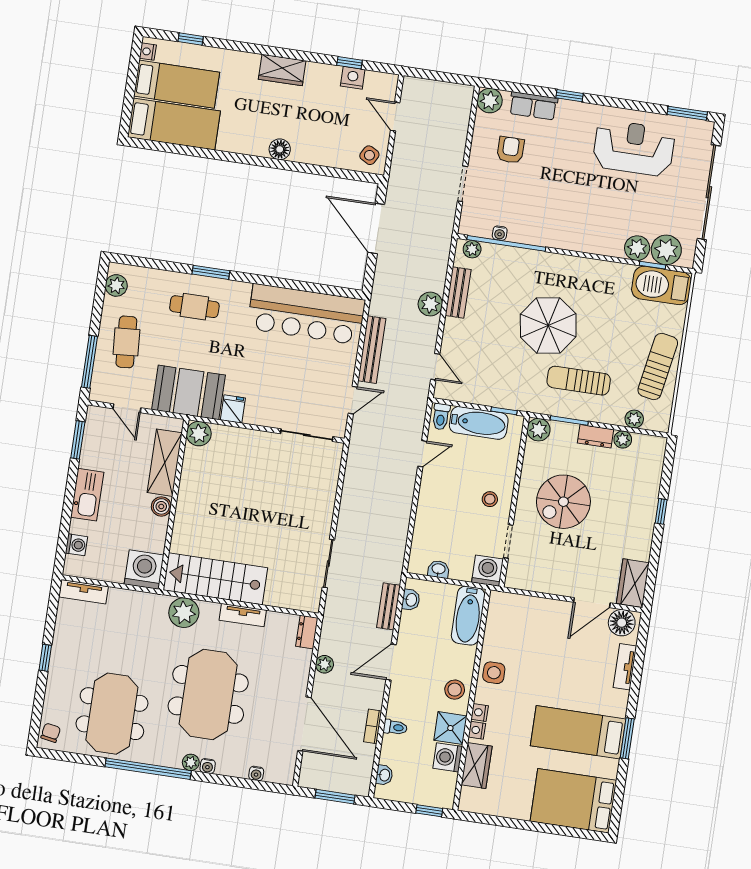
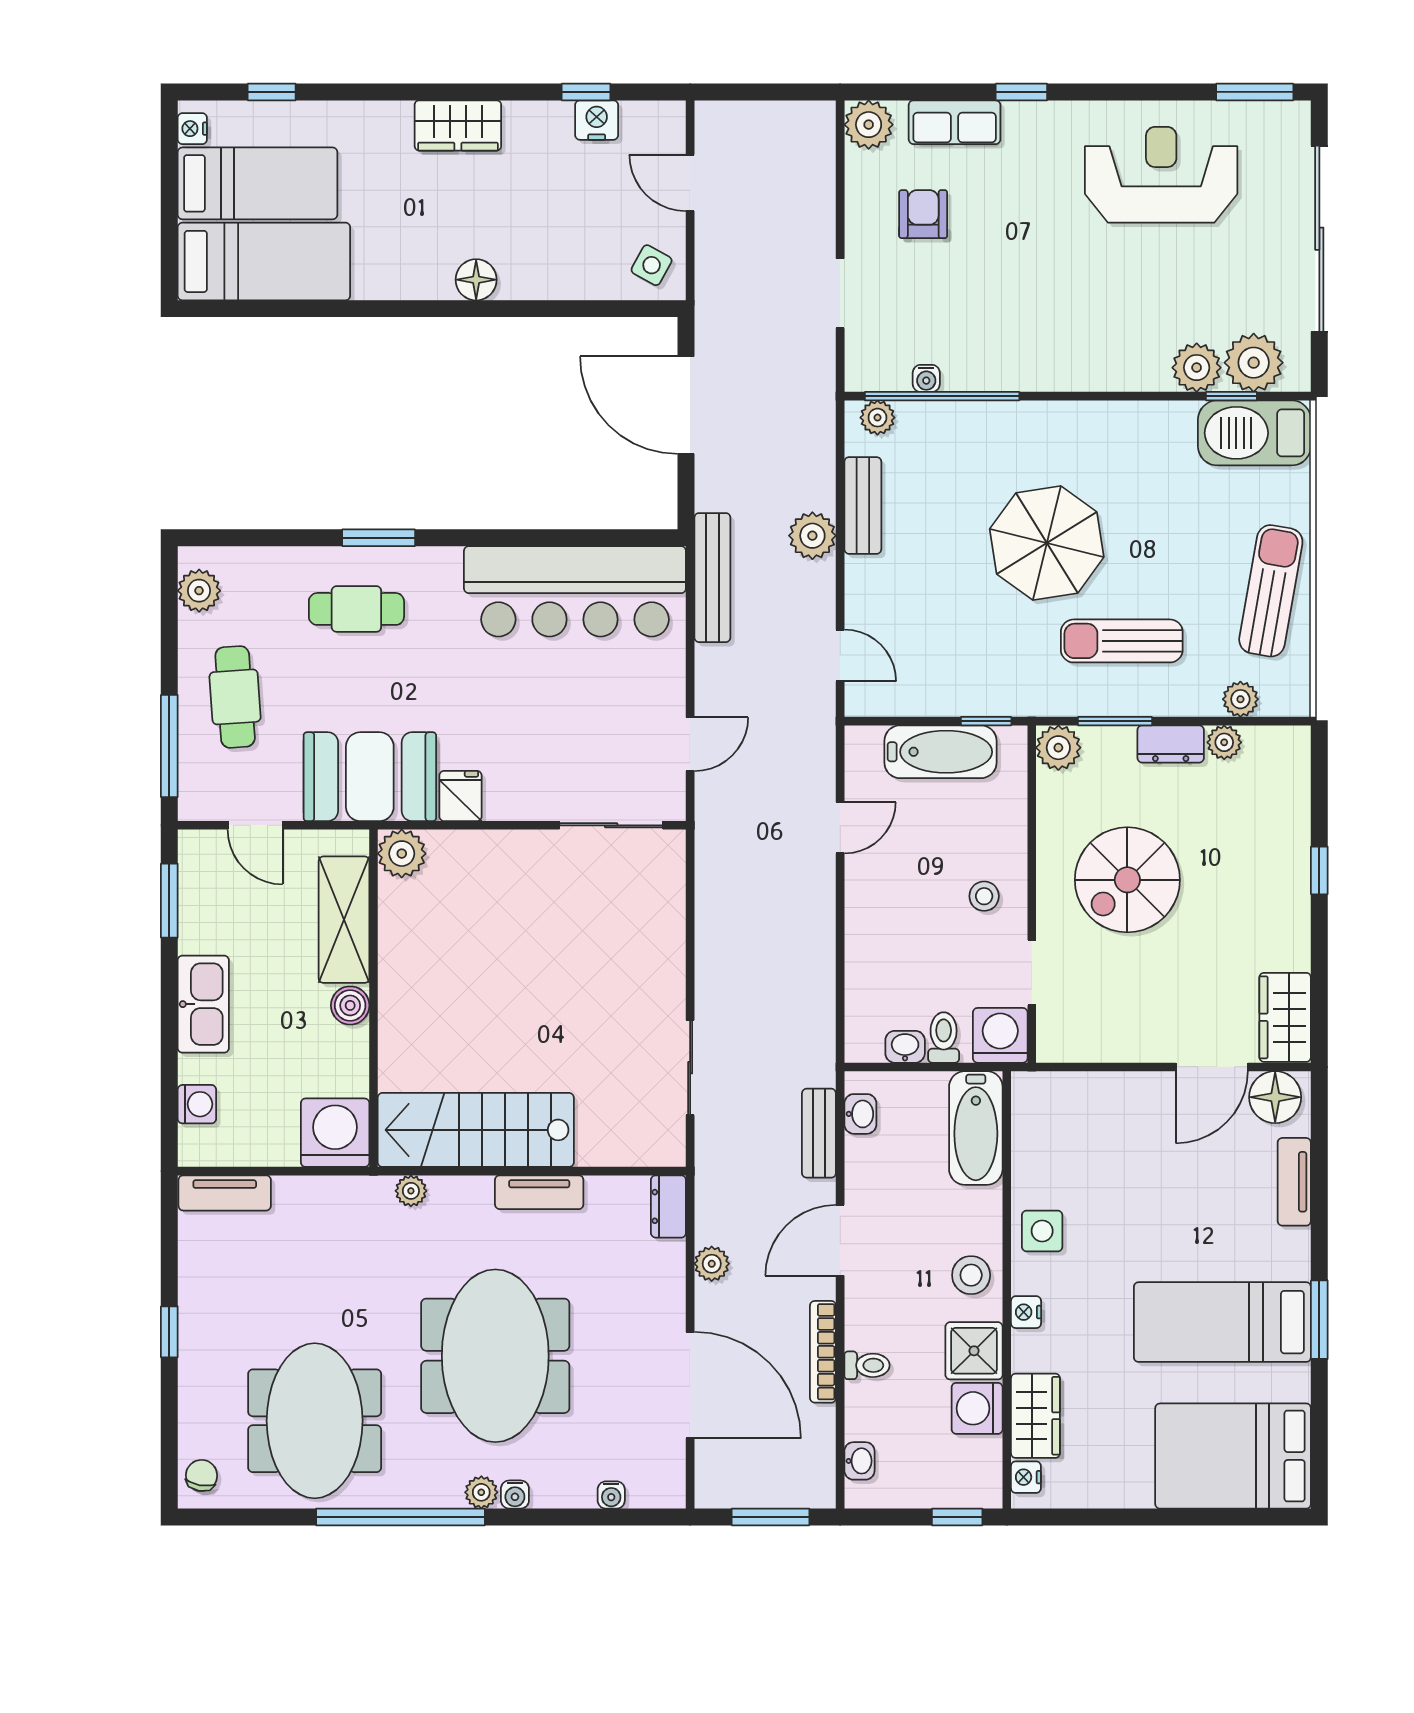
bench: (372, 350) -> (712, 578), moved
toilet: (441, 417) -> (944, 1038), moved, turned 180
plant: (184, 613) -> (411, 1191), width x0.53, depth x0.53
bookcase: (373, 726) -> (823, 1352), width x1.56
nightstand: (477, 730) -> (1026, 1477), moved

